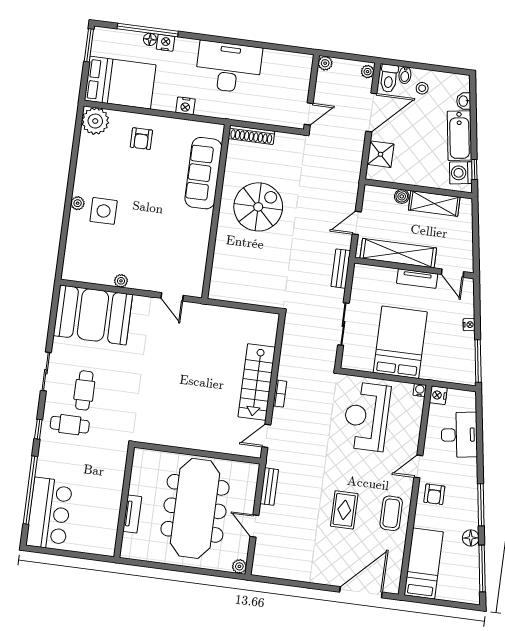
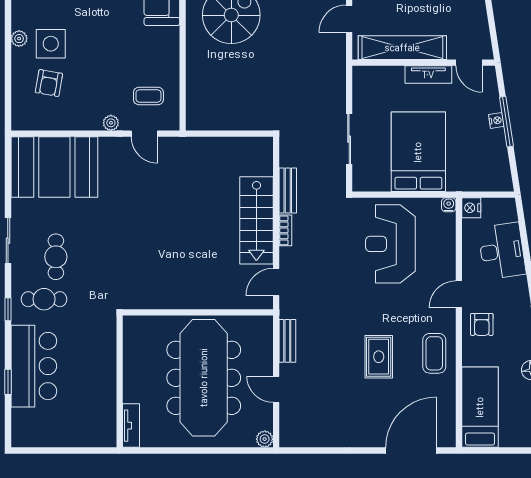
armchair: (98, 244) -> (49, 83), added
coffee table: (180, 266) -> (148, 96), added
bench: (341, 269) -> (288, 191), moved
plant: (121, 281) -> (111, 123), moved
window: (478, 361) -> (506, 122), moved
window: (30, 490) -> (8, 382), width x0.32
bar counter: (49, 514) -> (34, 366), moved
tv unit: (132, 514) -> (131, 426), moved

